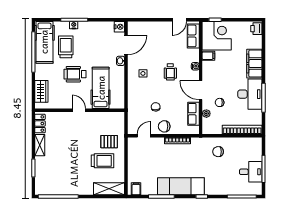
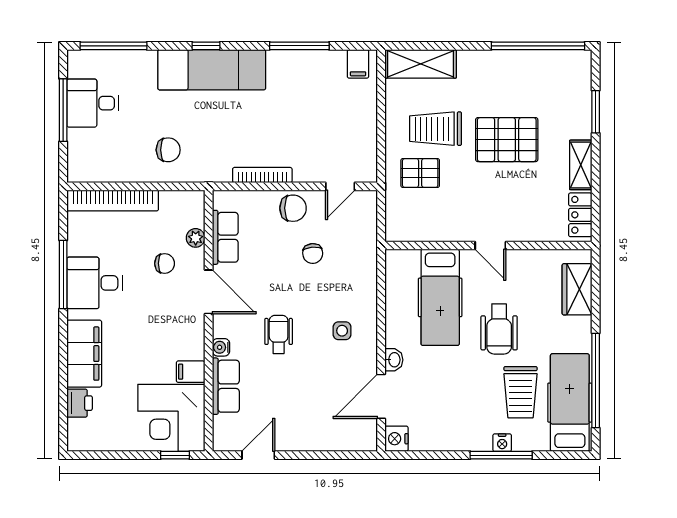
printer: (256, 29) -> (80, 403), moved
row of seats: (193, 36) -> (226, 386), moved
wheelchair: (75, 74) -> (499, 329), turned 90
desk: (250, 94) -> (94, 283), width x0.73
pallet: (72, 156) -> (507, 140), added
exam couch: (181, 186) -> (212, 70), moved

